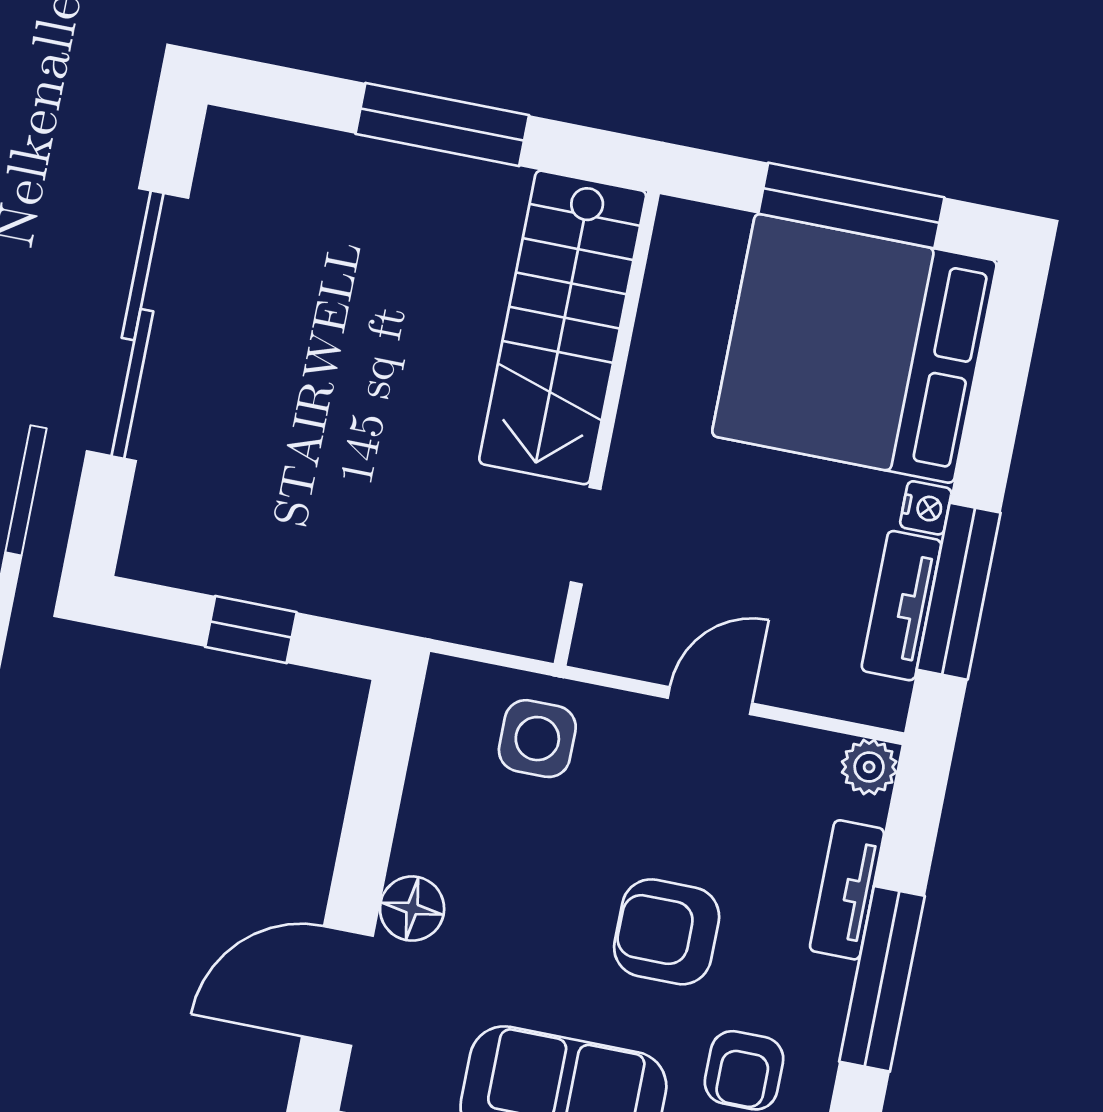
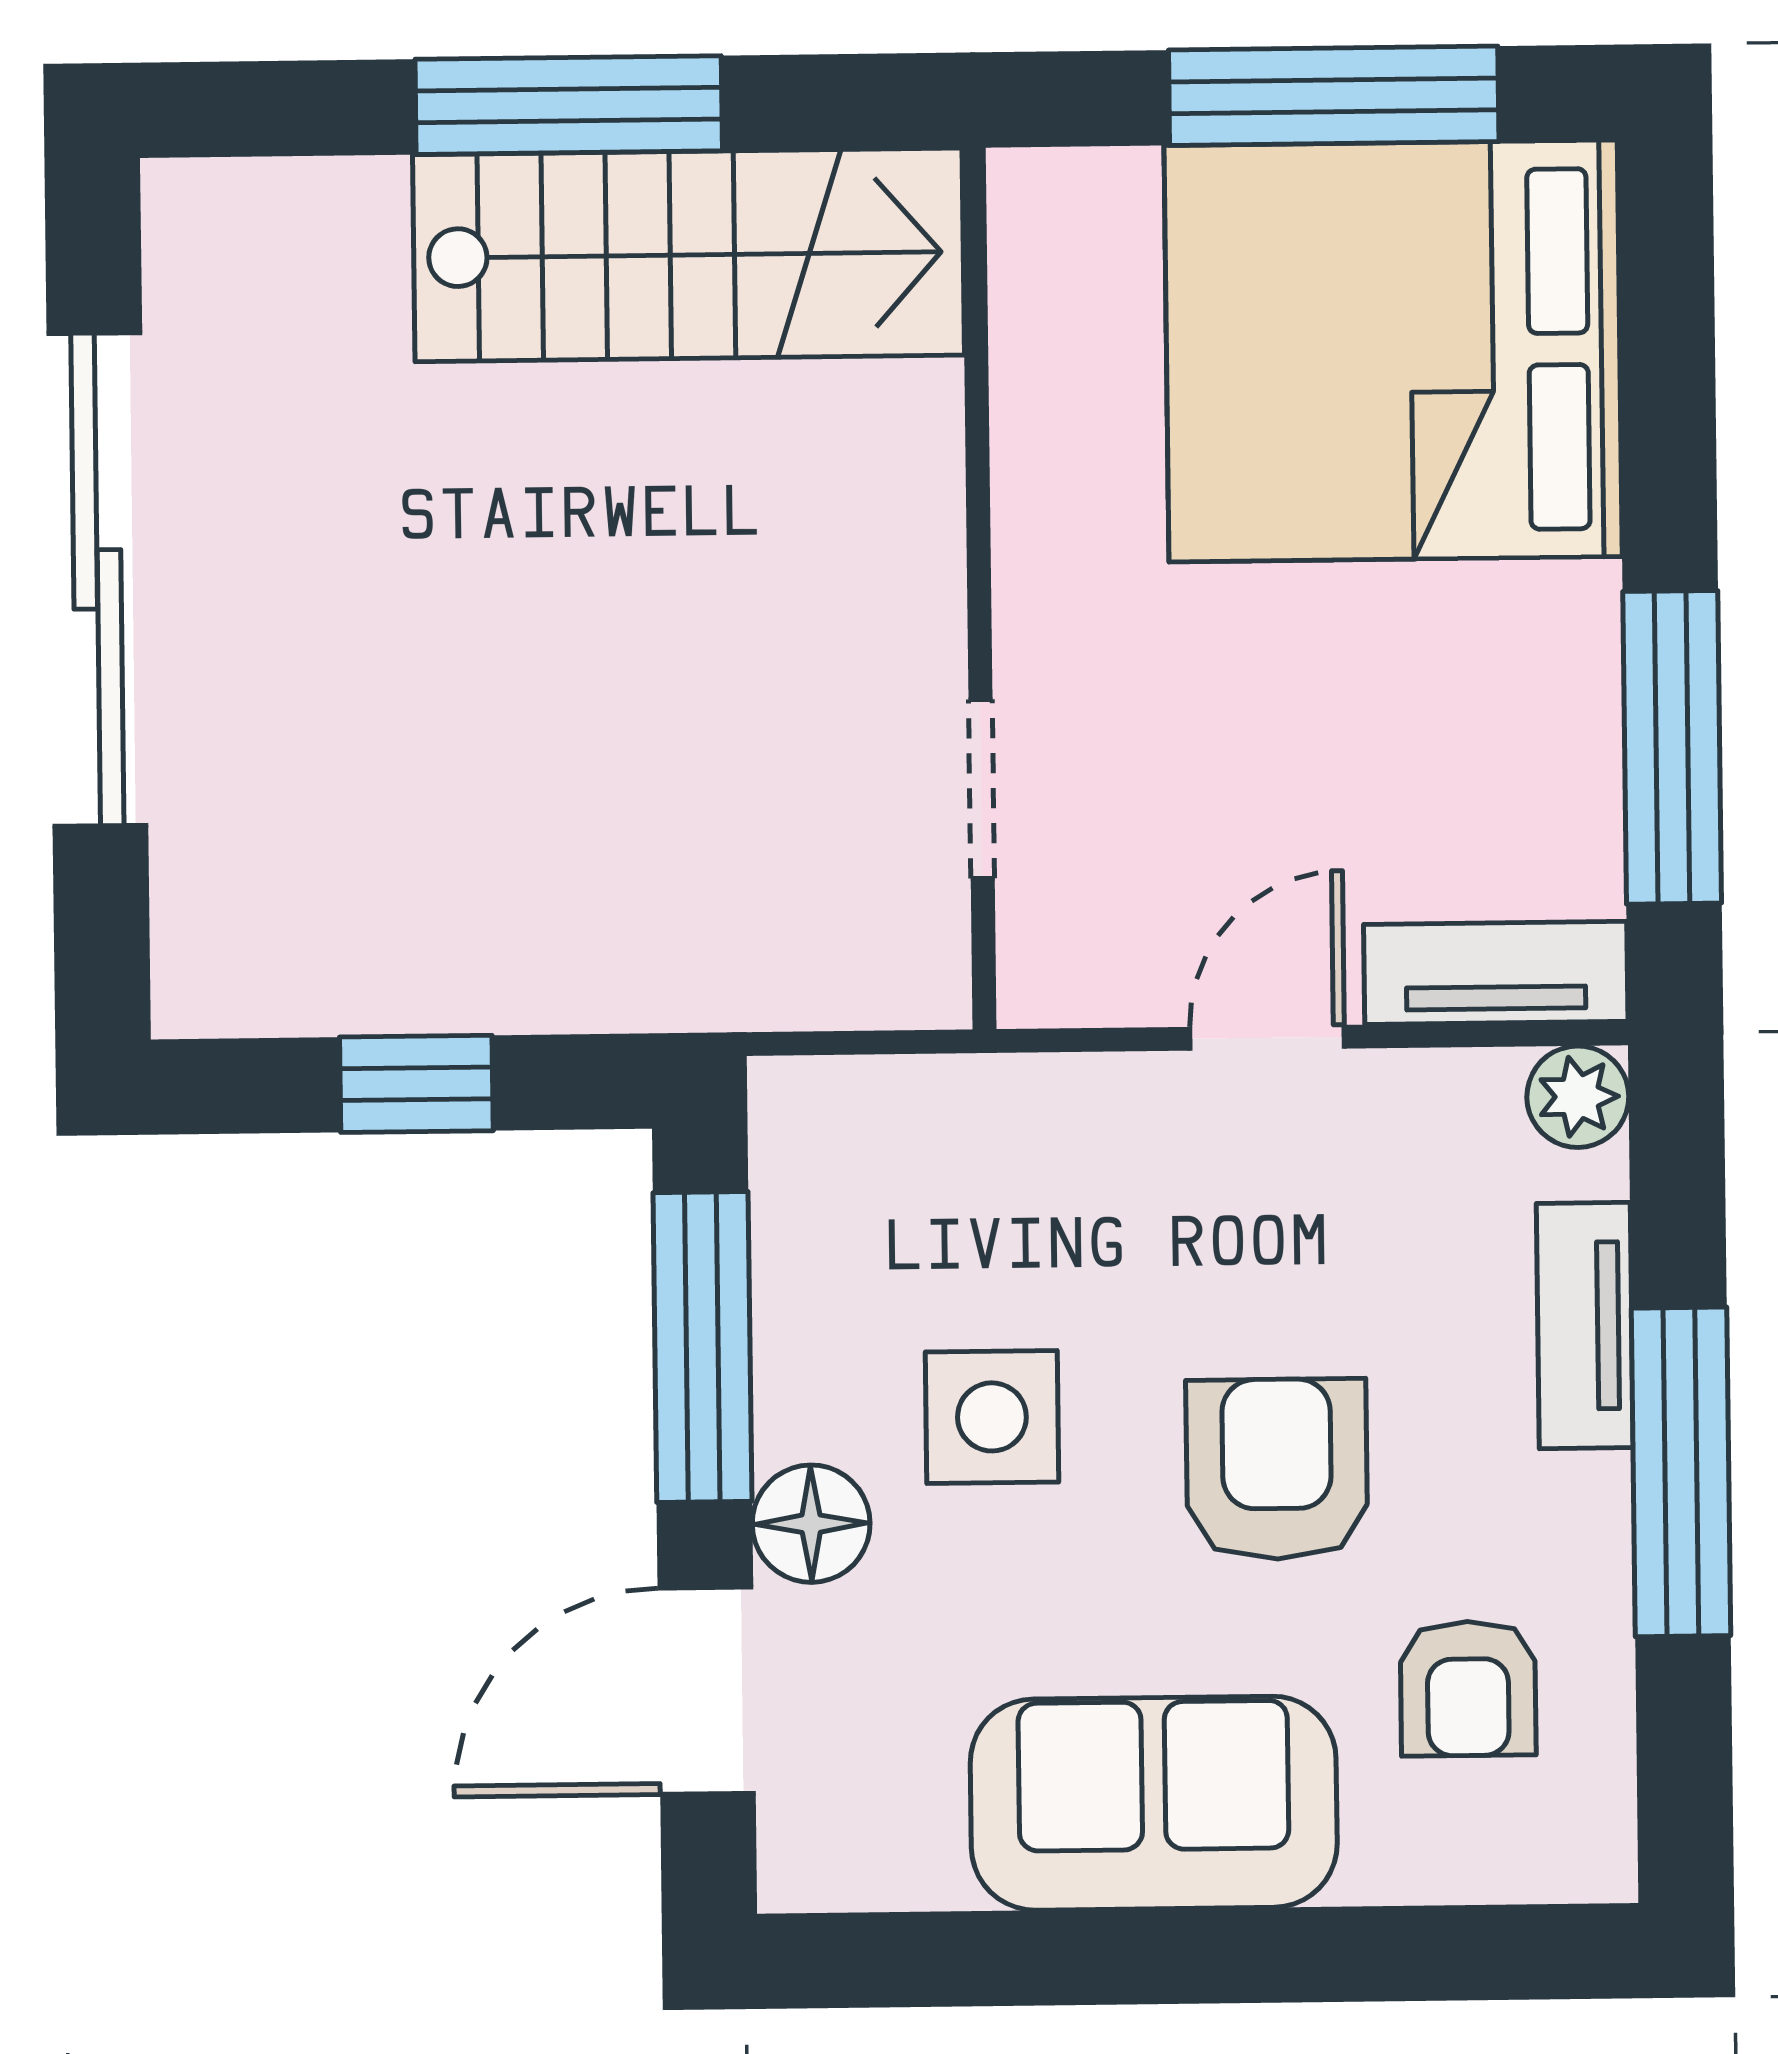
stairs: (563, 327) -> (689, 255), moved, turned -90
nightstand: (926, 508) -> (1582, 610), removed
tv unit: (901, 606) -> (1496, 973), moved, turned 90
side table: (537, 739) -> (992, 1417), moved
window: (374, 802) -> (702, 1347), added
armchair: (667, 932) -> (1277, 1469), turned 90

